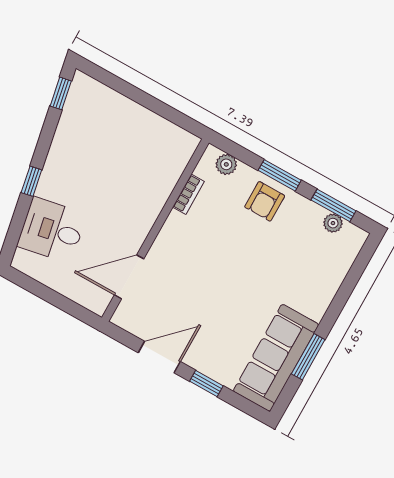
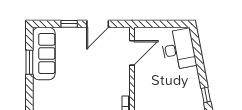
window: (31, 181) -> (206, 95), moved
desk: (52, 230) -> (178, 49), width x1.37

